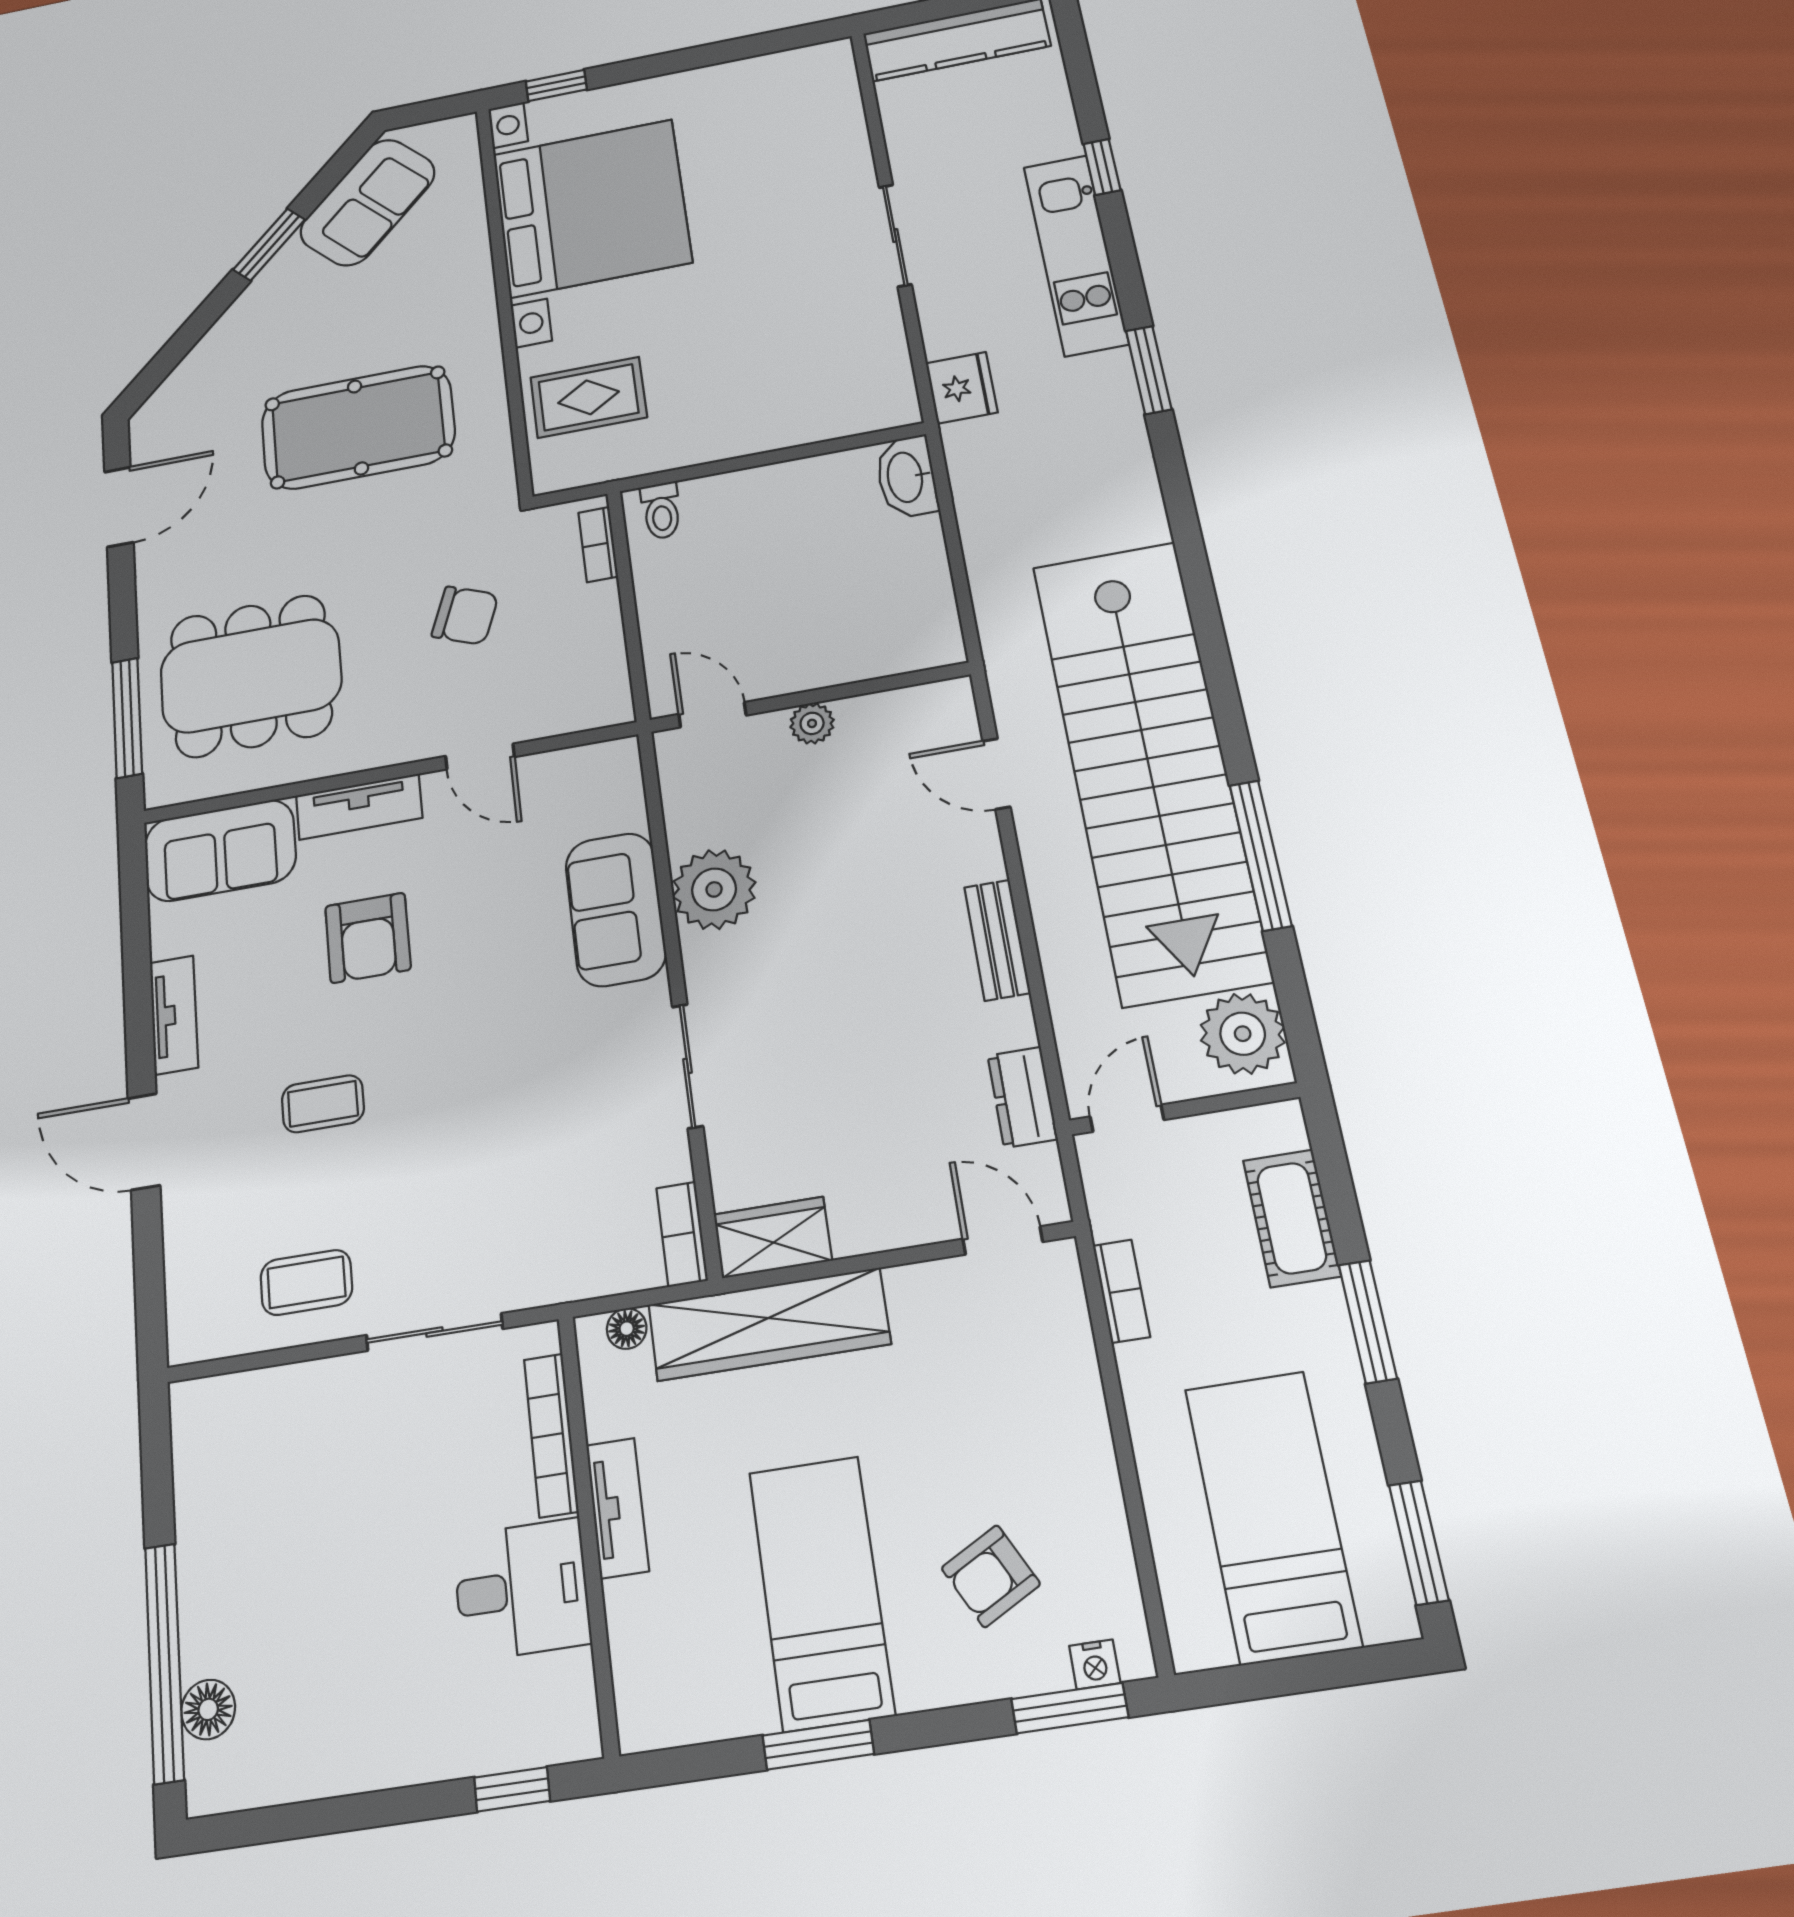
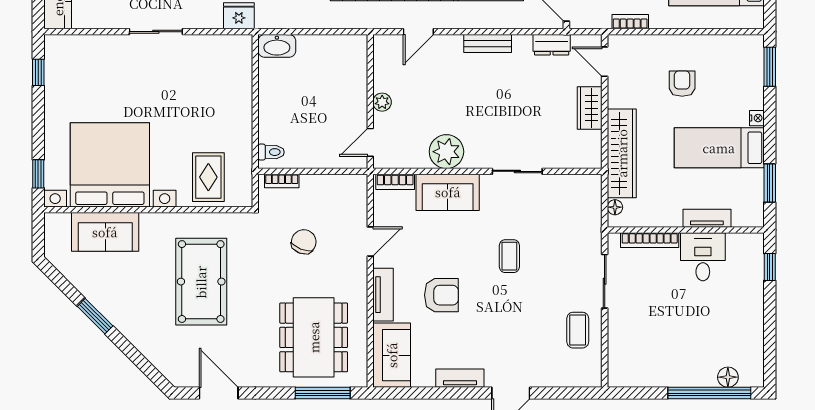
window: (769, 43) -> (38, 72), added
sofa: (368, 202) -> (105, 232), moved, turned 135
coffee table: (323, 1104) -> (509, 256), moved
bookcase: (682, 1234) -> (395, 182), moved
wardrobe: (773, 1237) -> (590, 108), moved
door: (1003, 1240) -> (605, 62), hinge flipped
tv unit: (617, 1508) -> (707, 218), moved
armchair: (991, 1576) -> (682, 84), moved, turned -152
nightstand: (1095, 1664) -> (757, 118), moved
window: (818, 1745) -> (770, 183), moved

